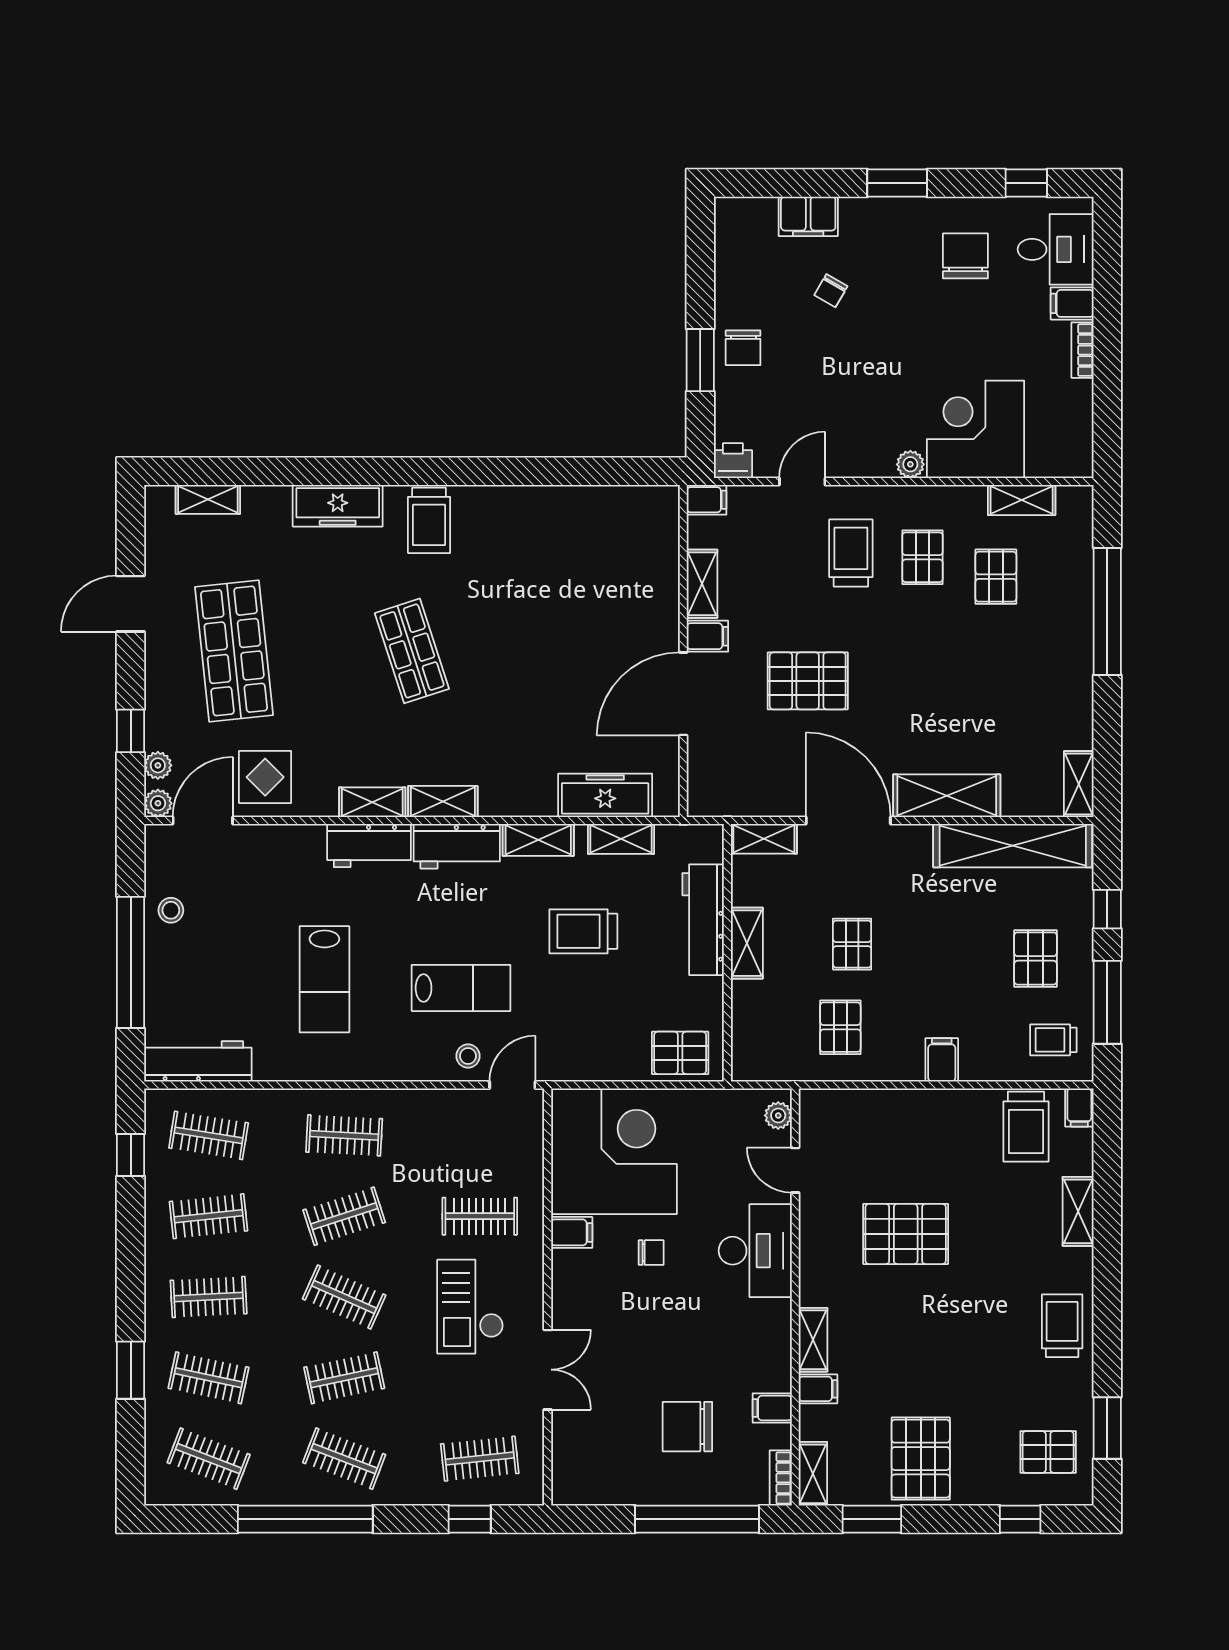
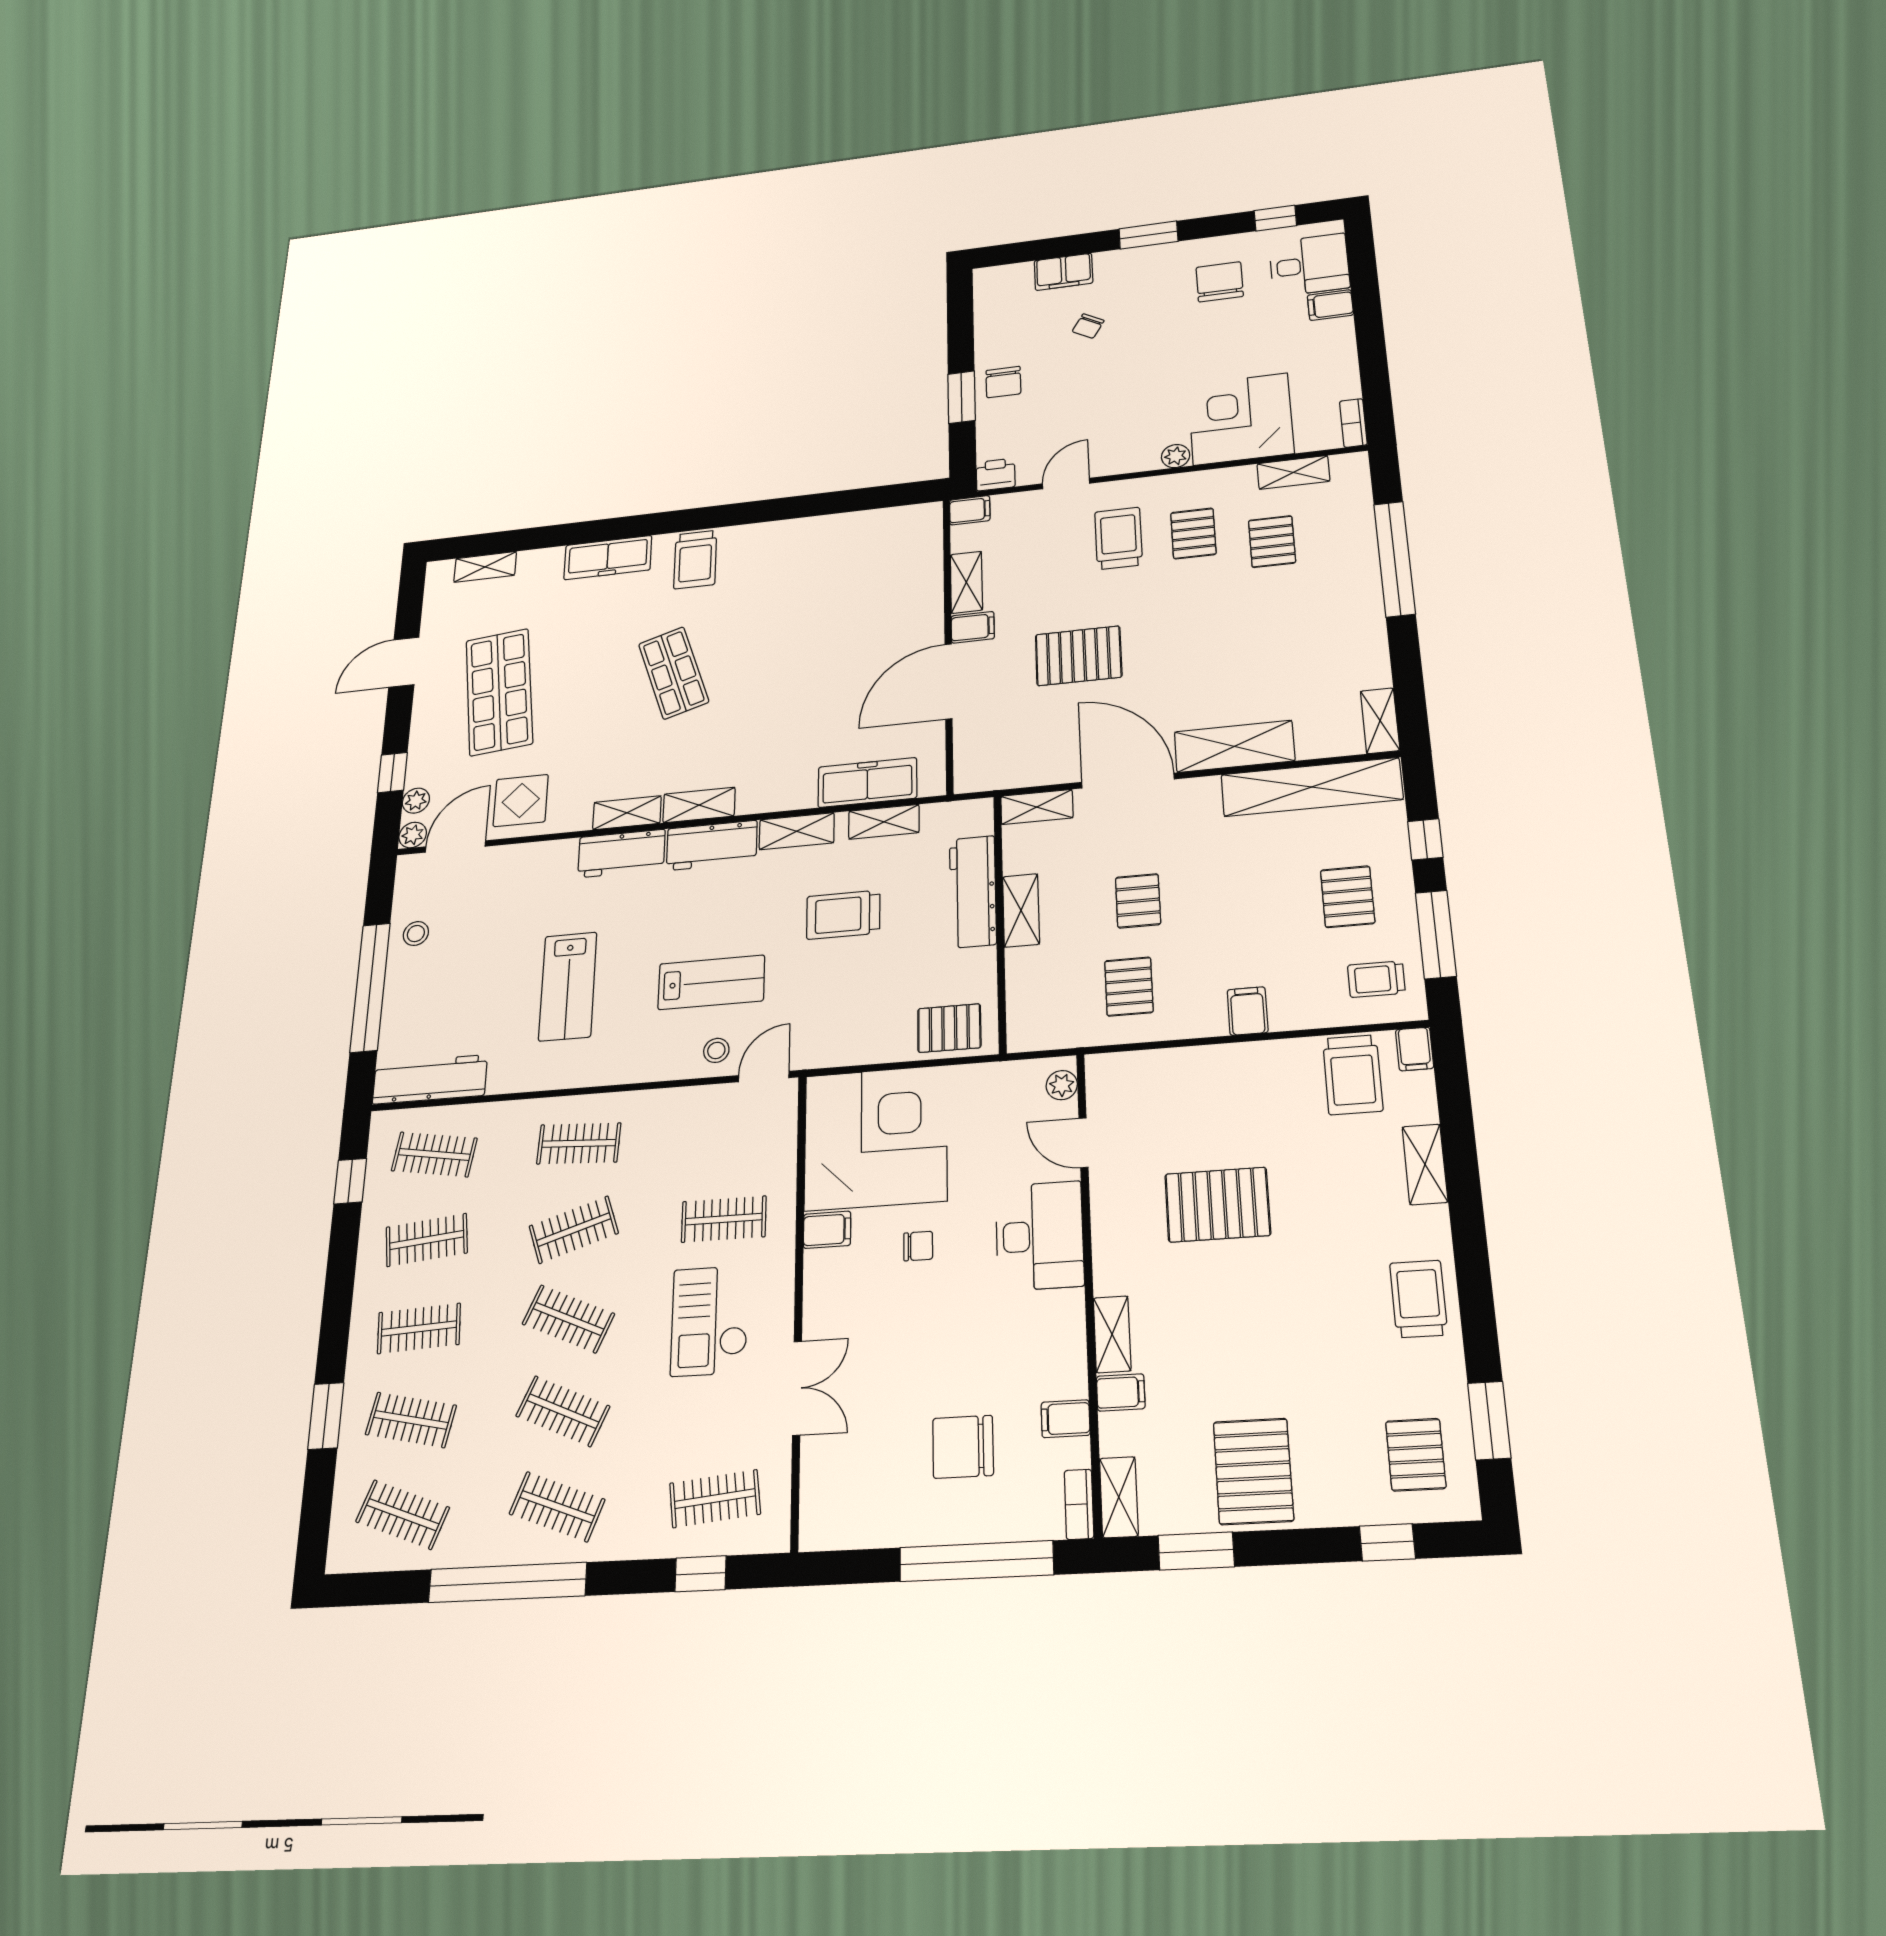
bookcase: (1083, 350) -> (1353, 423), moved
clothes rail: (344, 1378) -> (563, 1411), turned 36
pallet: (1048, 1452) -> (1416, 1455), turned 90

